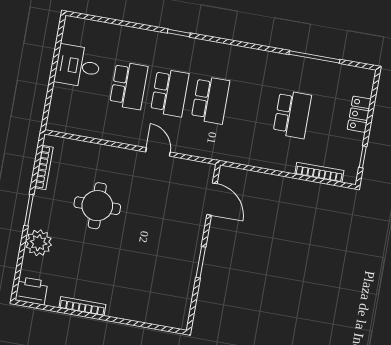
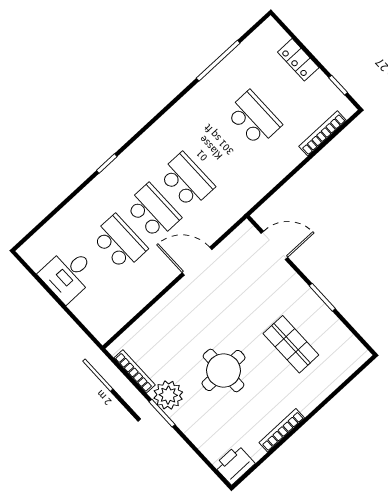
door: (158, 152) -> (197, 261), width x1.38
round table: (97, 206) -> (223, 371), moved
plant: (39, 243) -> (168, 395), moved
shop shelf: (150, 266) -> (291, 344), added

